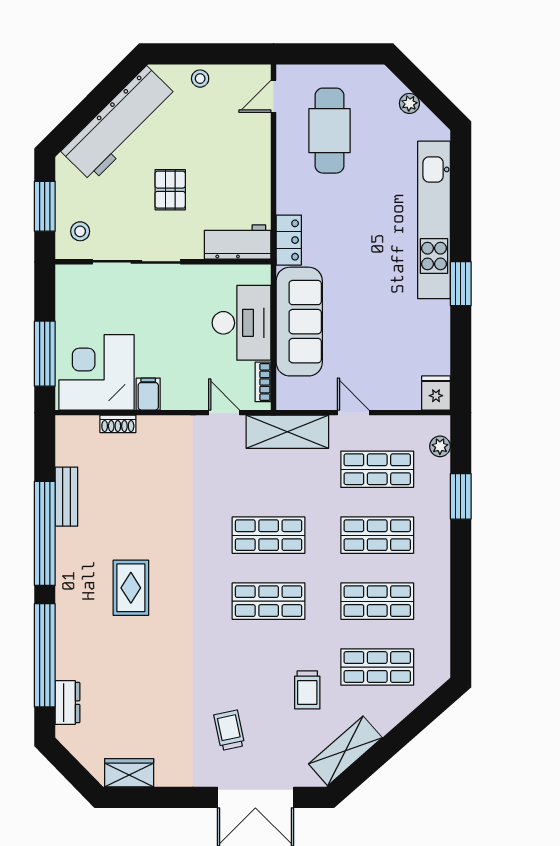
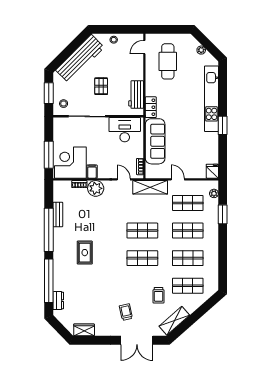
workbench: (238, 242) -> (136, 95), moved, turned -90
desk: (242, 323) -> (125, 130), moved, turned -90
plant: (157, 434) -> (96, 188), added

